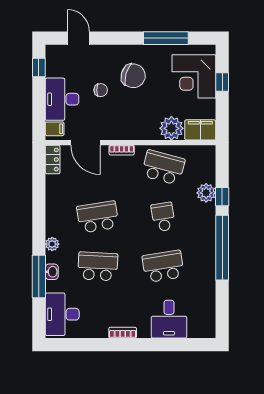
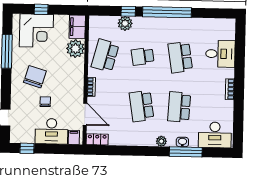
door: (85, 143) -> (85, 114), hinge flipped

